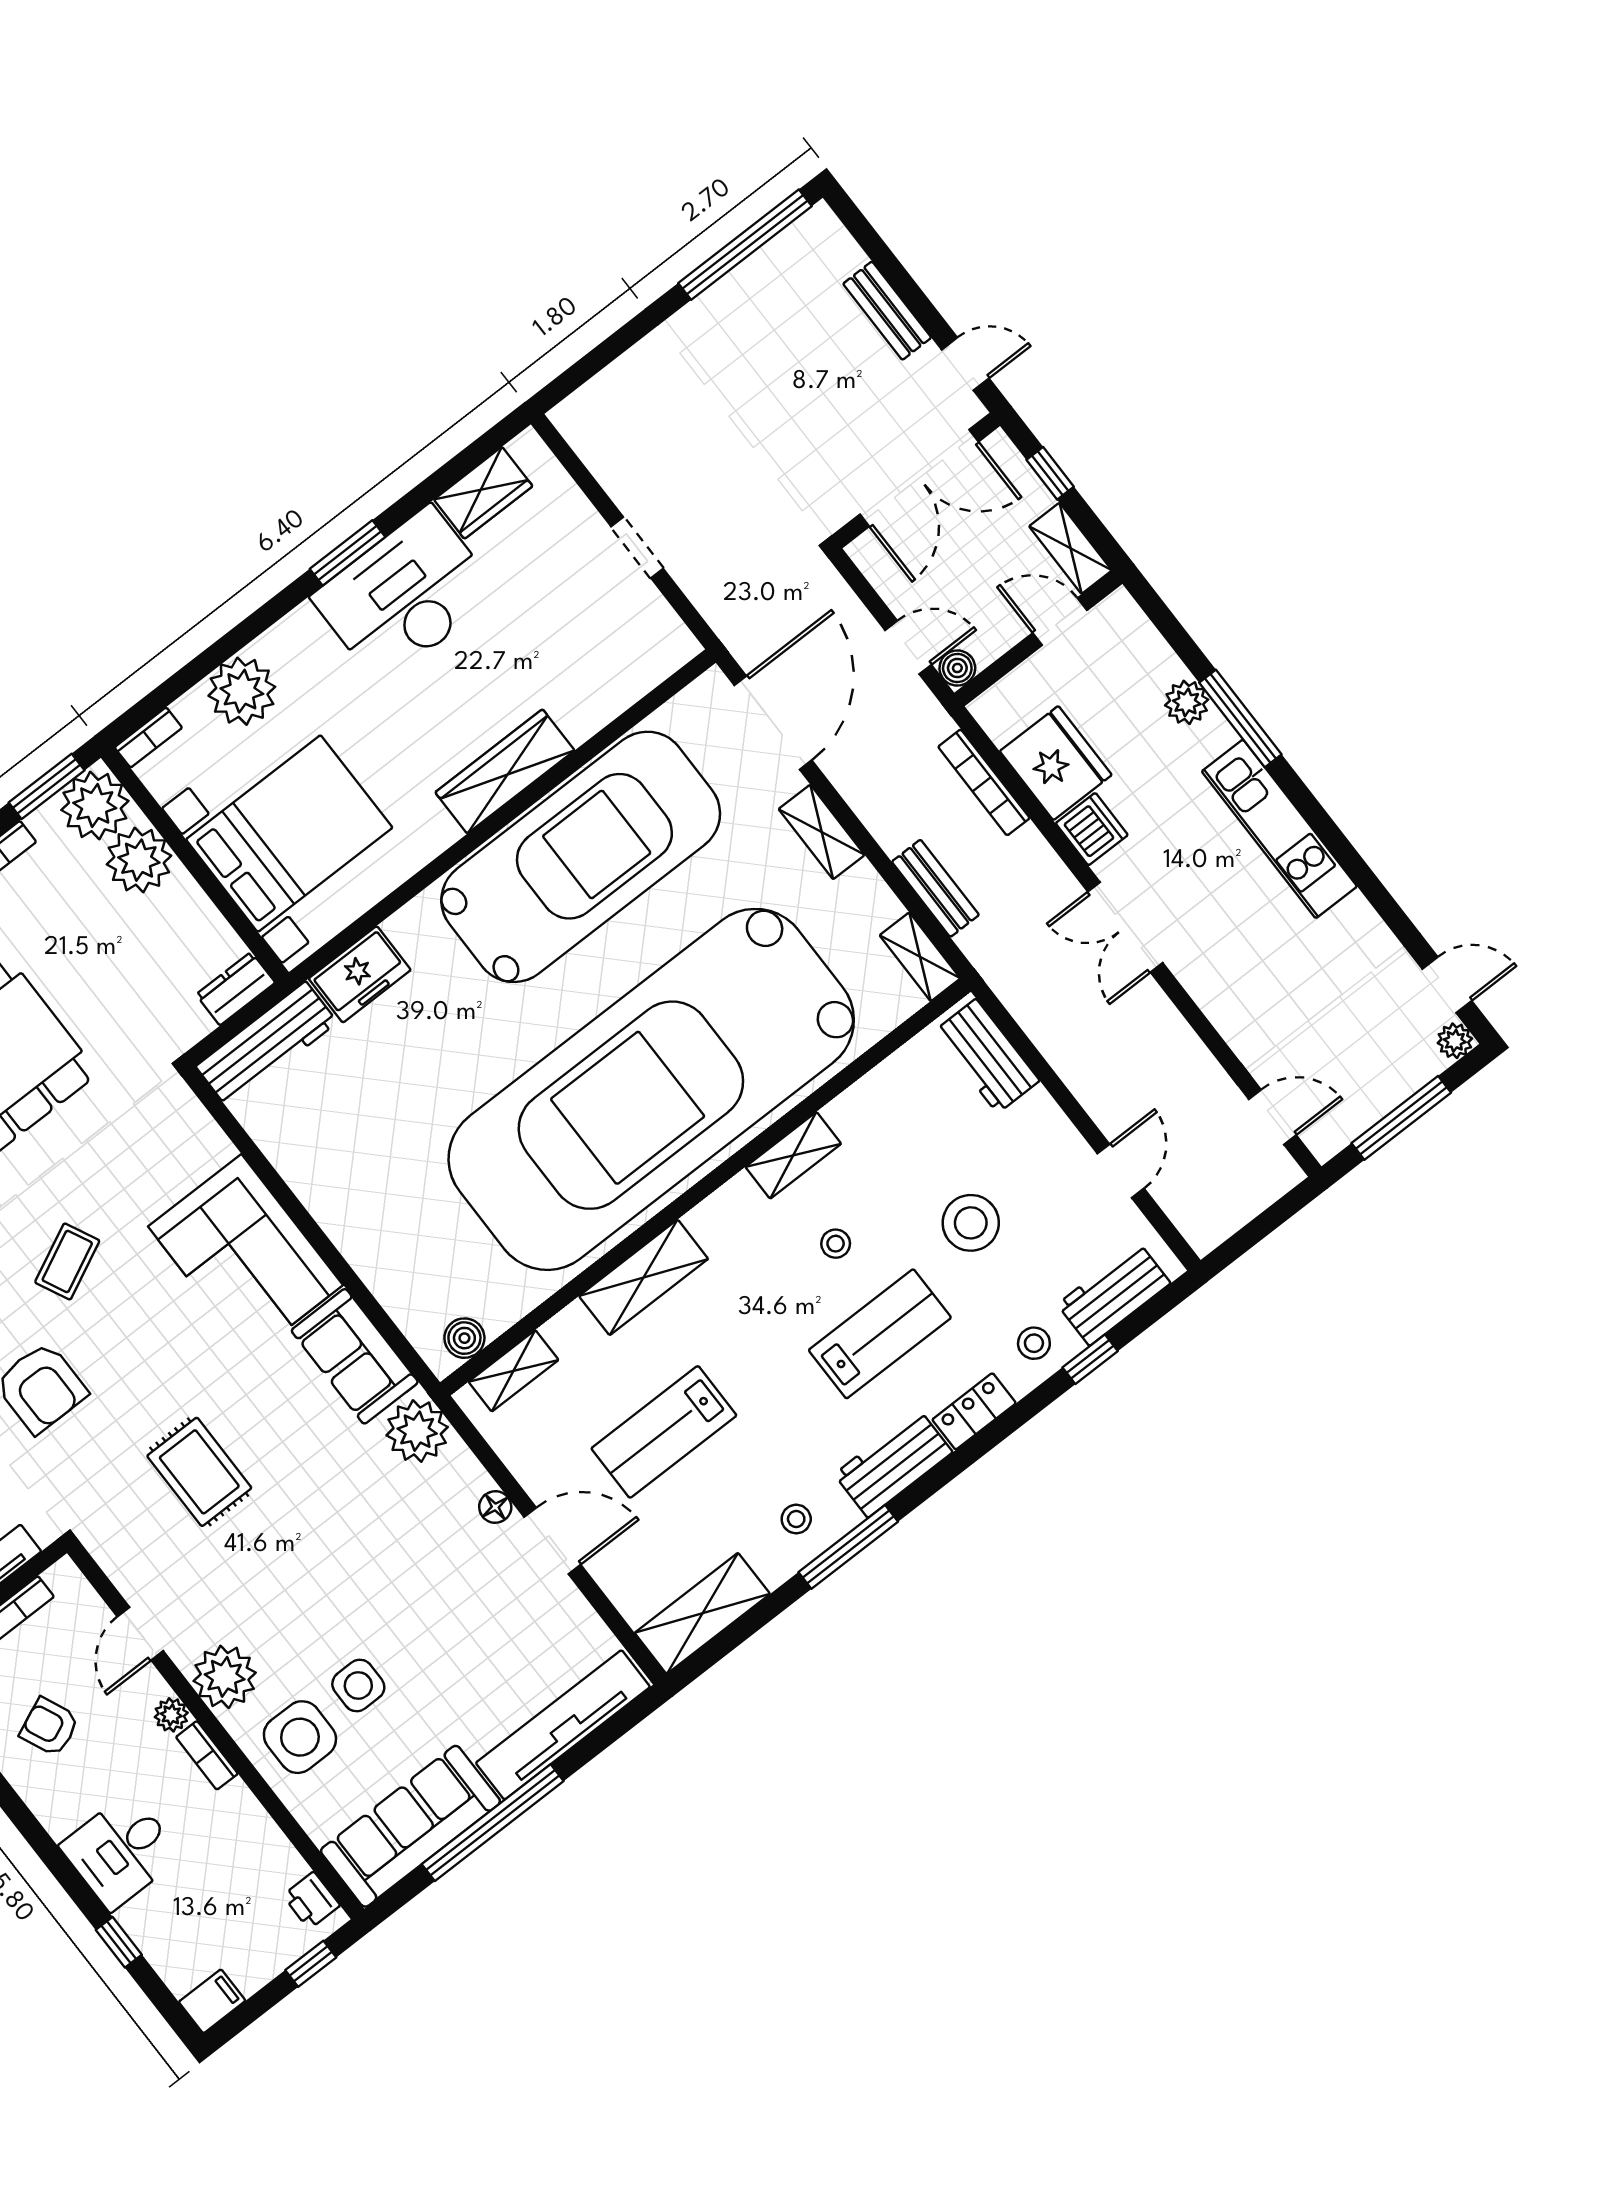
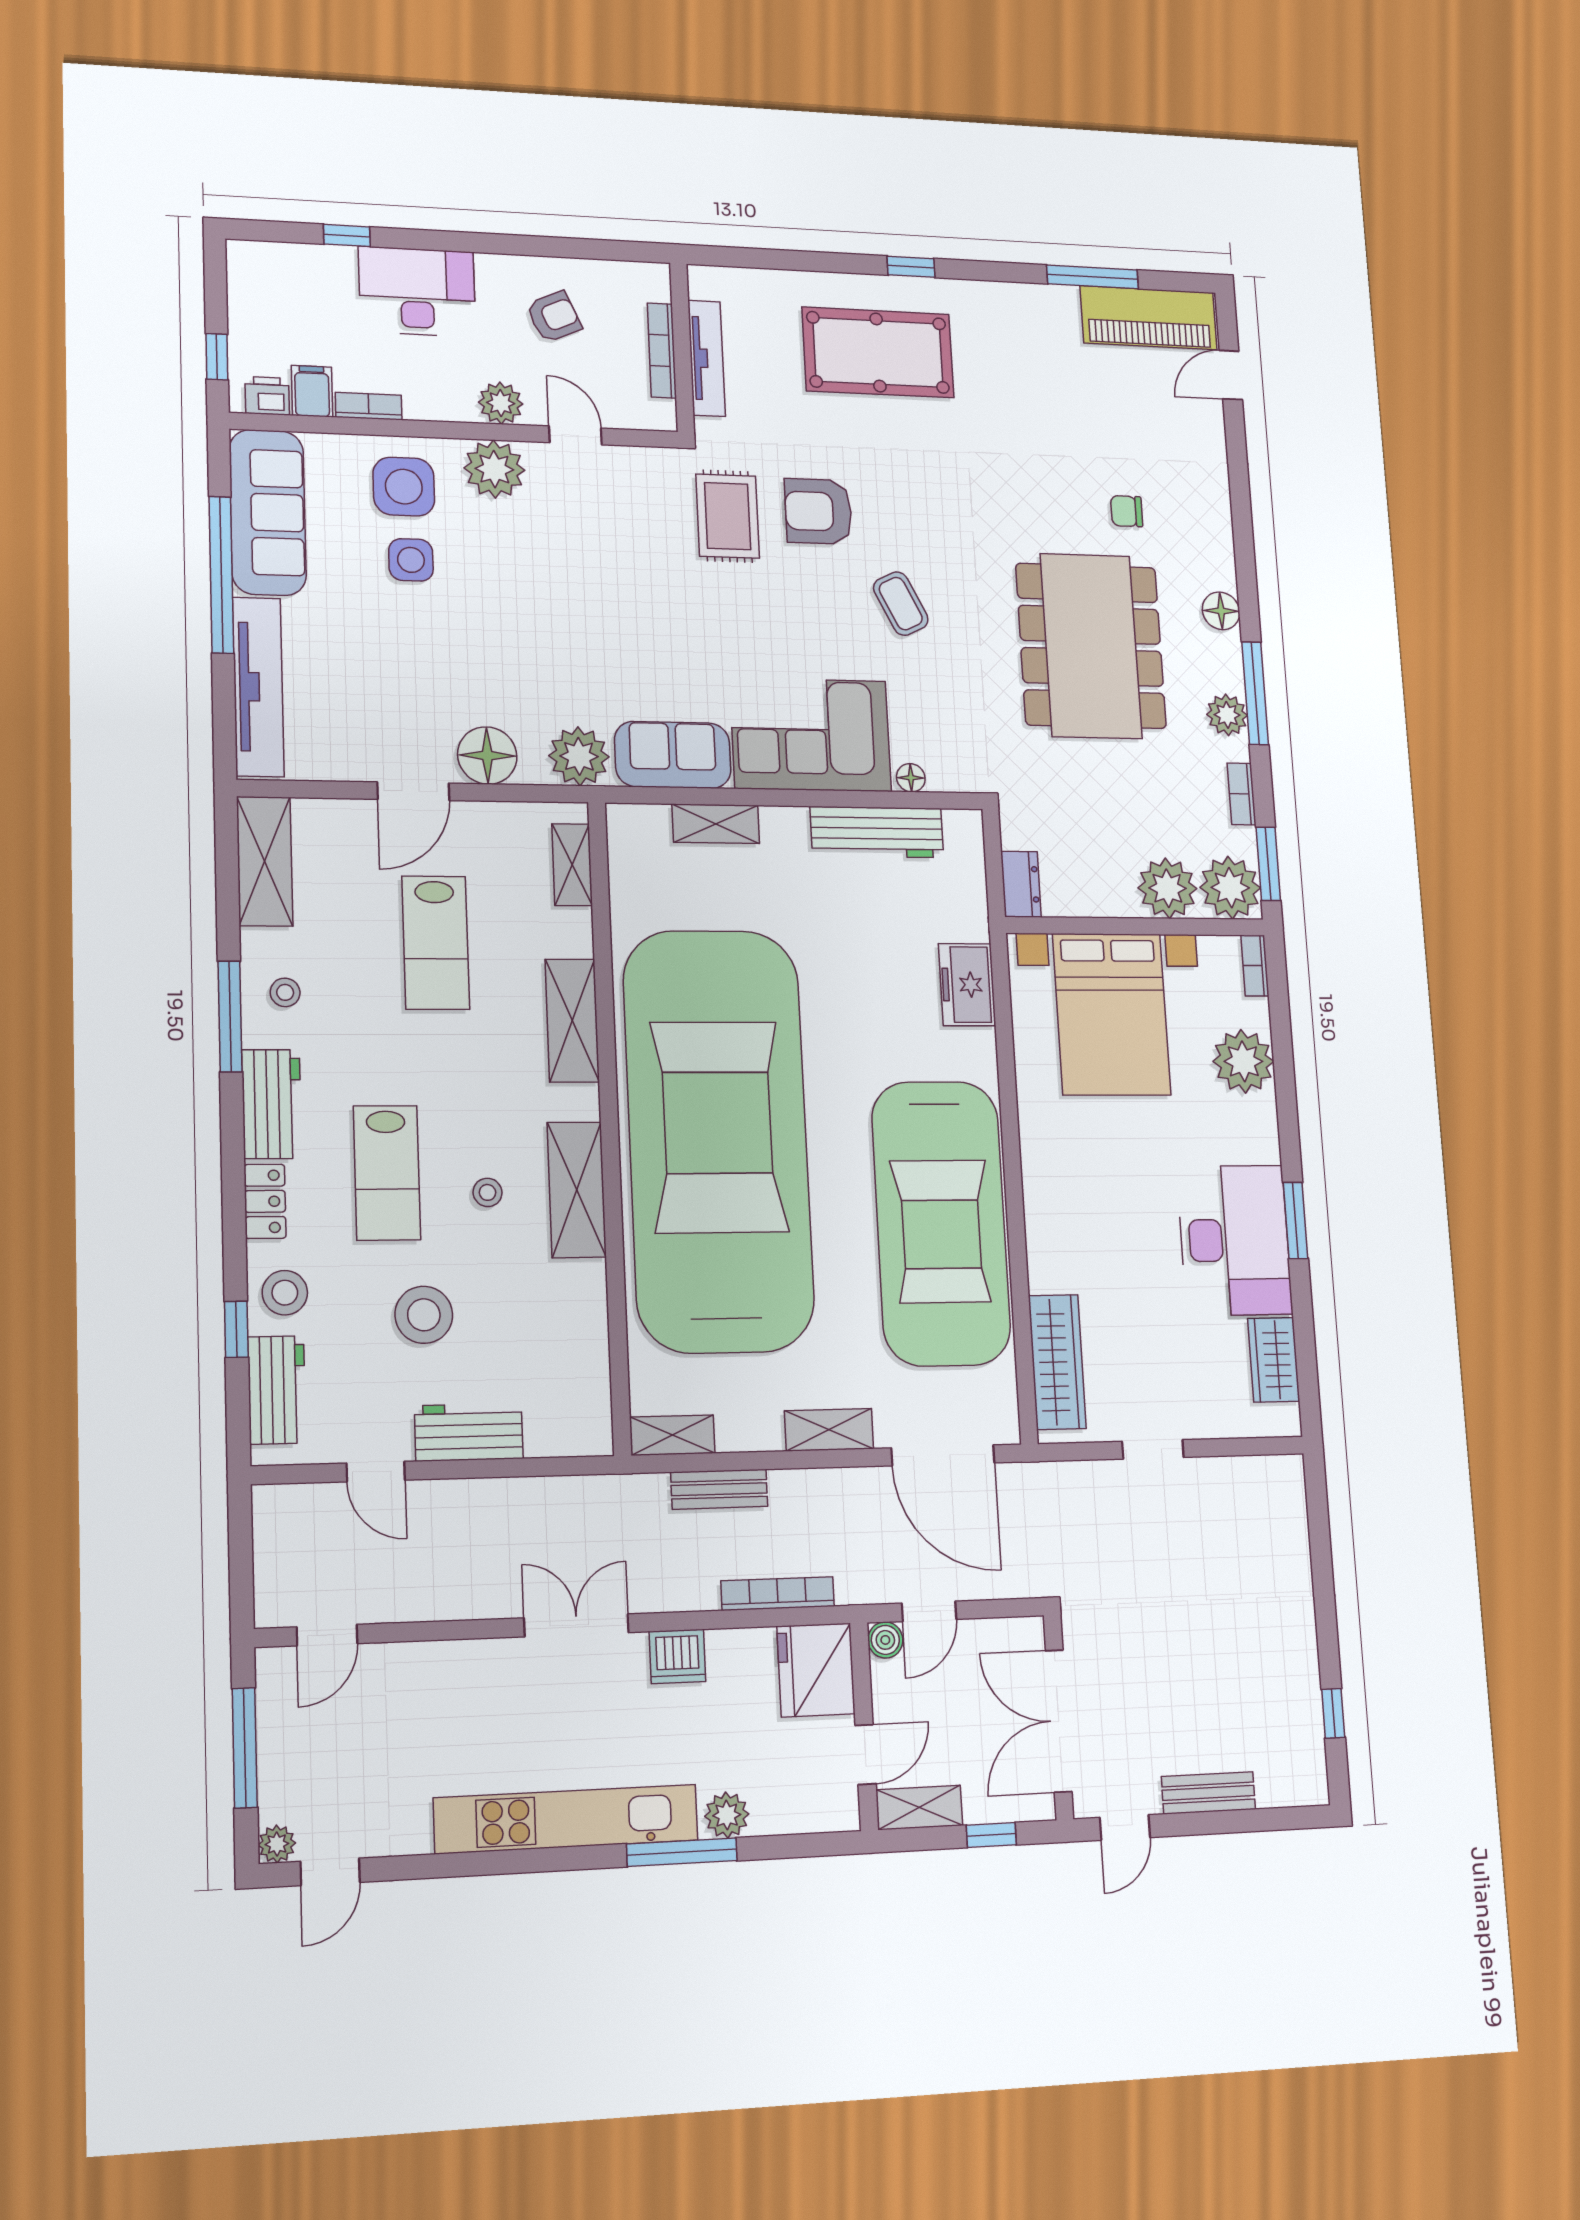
window: (745, 245) -> (1333, 1713), width x0.32
fridge: (1056, 763) -> (816, 1670), moved, turned 90
wardrobe: (505, 771) -> (1057, 1362), moved
kitchen unit: (1279, 829) -> (566, 1819), width x1.36
workbench: (267, 1044) -> (877, 832), moved, turned -90
workbench: (987, 1056) -> (469, 1432), moved
floor lamp: (216, 1146) -> (911, 778), added
shelving: (793, 1155) -> (577, 1190), width x1.50, depth x1.33
shelving: (386, 1279) -> (716, 824), added
boiler: (464, 1338) -> (626, 847), removed
stool: (1034, 1343) -> (285, 1293), width x1.37, depth x1.37
lab bench: (664, 1432) -> (436, 943), turned 180
rug: (199, 1472) -> (728, 516), moved, turned 90
floor lamp: (495, 1507) -> (487, 756), width x1.89, depth x1.89
plant: (171, 1715) -> (501, 403), width x1.38, depth x1.38
bookcase: (207, 1755) -> (369, 406), moved
desk: (121, 1851) -> (417, 292), width x1.37
filing cabinet: (212, 2001) -> (312, 391), moved, turned 180

